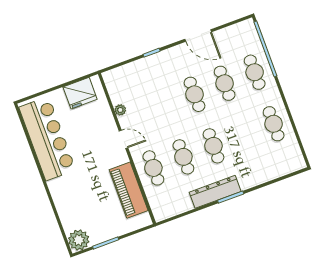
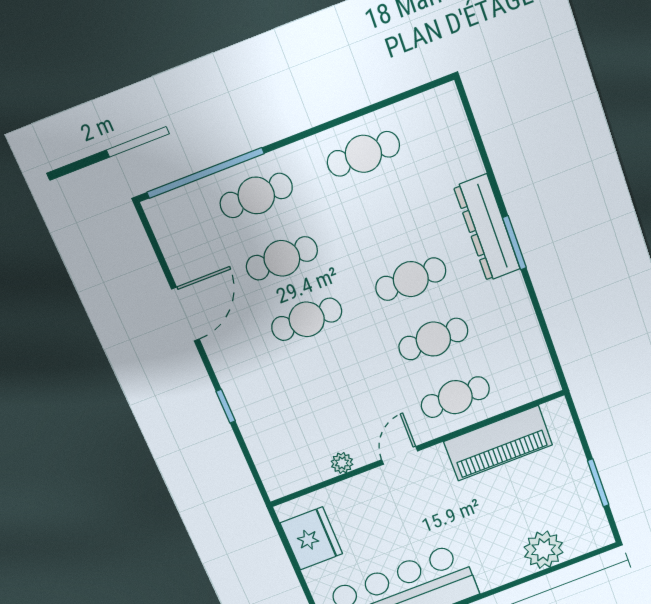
dresser: (215, 192) -> (487, 228), moved
plant: (79, 240) -> (544, 550), moved

